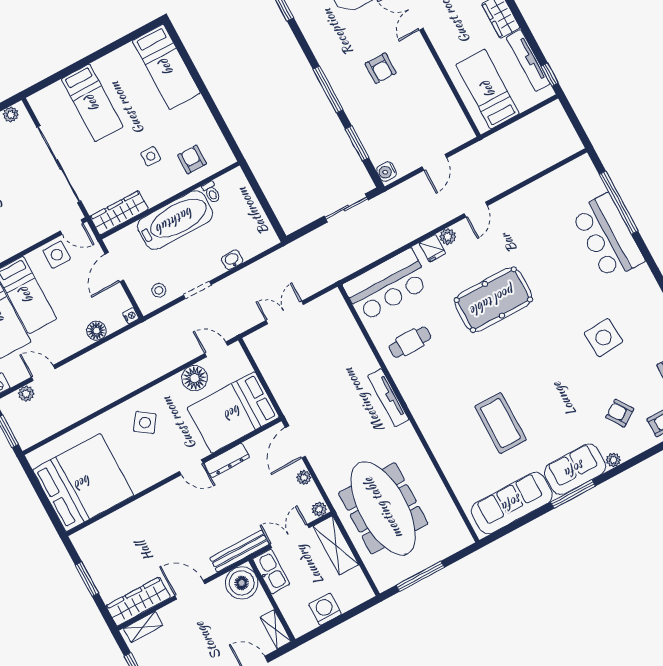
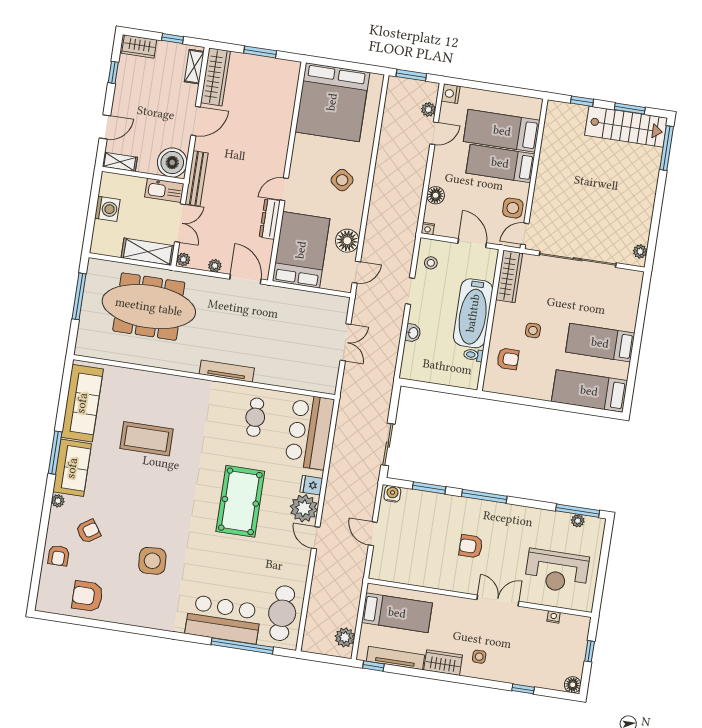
bed: (92, 103) -> (600, 343), moved
plant: (544, 119) -> (345, 637), added
cafe table: (564, 189) -> (282, 613), added
plant: (448, 237) -> (304, 508), width x1.88, depth x1.88

